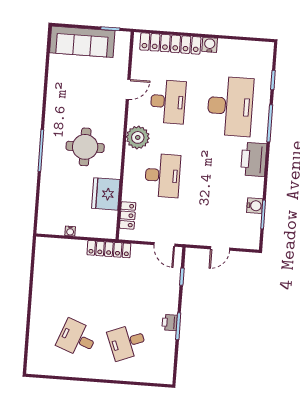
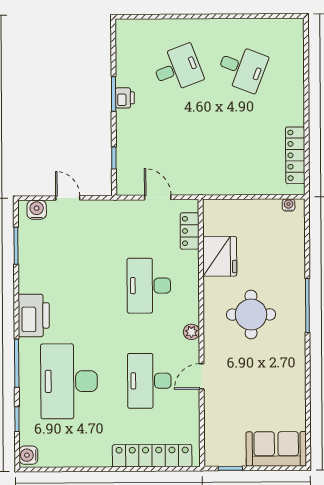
sofa: (82, 42) -> (276, 449), width x0.73
water cooler: (210, 45) -> (28, 455), moved, turned 90
door: (128, 89) -> (202, 376), moved
plant: (138, 137) -> (191, 332), width x0.53, depth x0.53
water cooler: (255, 206) -> (37, 210), moved, turned 90
water cooler: (70, 231) -> (289, 205), moved
door: (164, 244) -> (158, 197), moved
door: (220, 248) -> (68, 198), hinge flipped
locker: (109, 249) -> (295, 155), moved, turned -90

